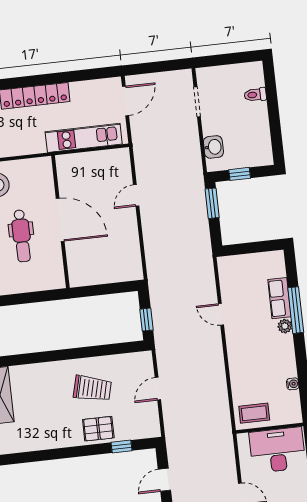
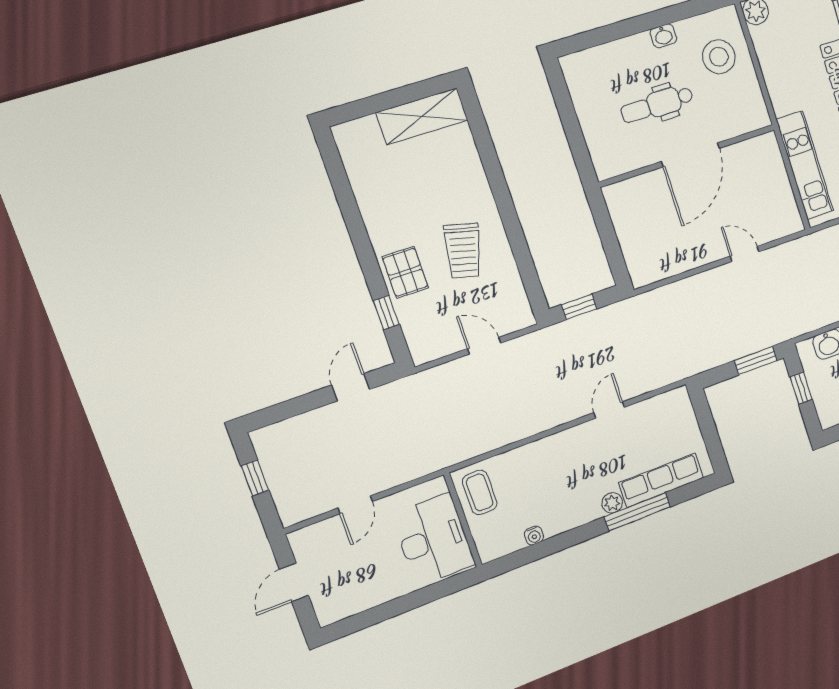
row of seats: (279, 298) -> (661, 480), width x1.48
door: (164, 480) -> (351, 387), hinge flipped

